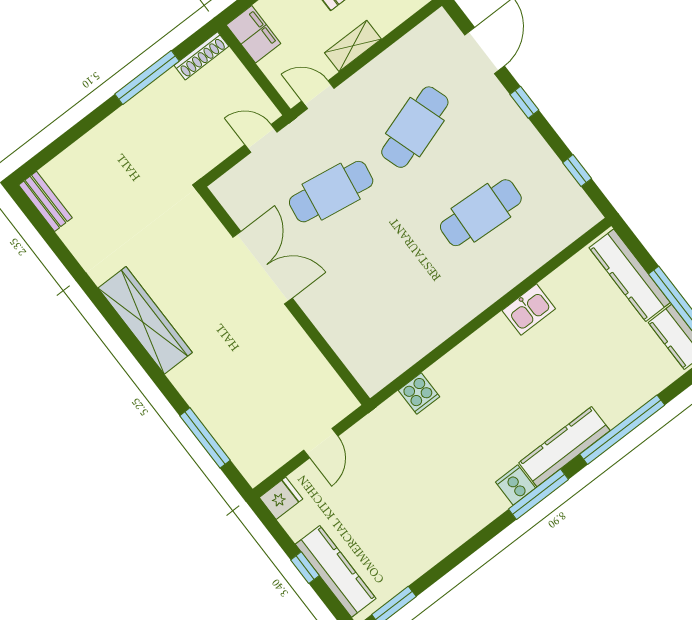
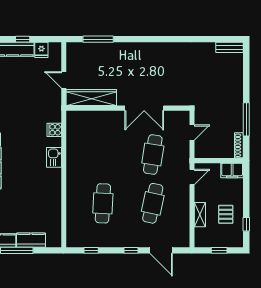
shelving: (353, 46) -> (200, 215), moved
cafe table: (415, 127) -> (153, 203), turned 30
door: (261, 138) -> (192, 133), moved
kitchen counter: (630, 275) -> (31, 240), width x0.67
kitchen sink: (529, 310) -> (54, 157), moved
wardrobe: (145, 320) -> (91, 98), moved, turned 180
fridge: (281, 498) -> (41, 50), moved

